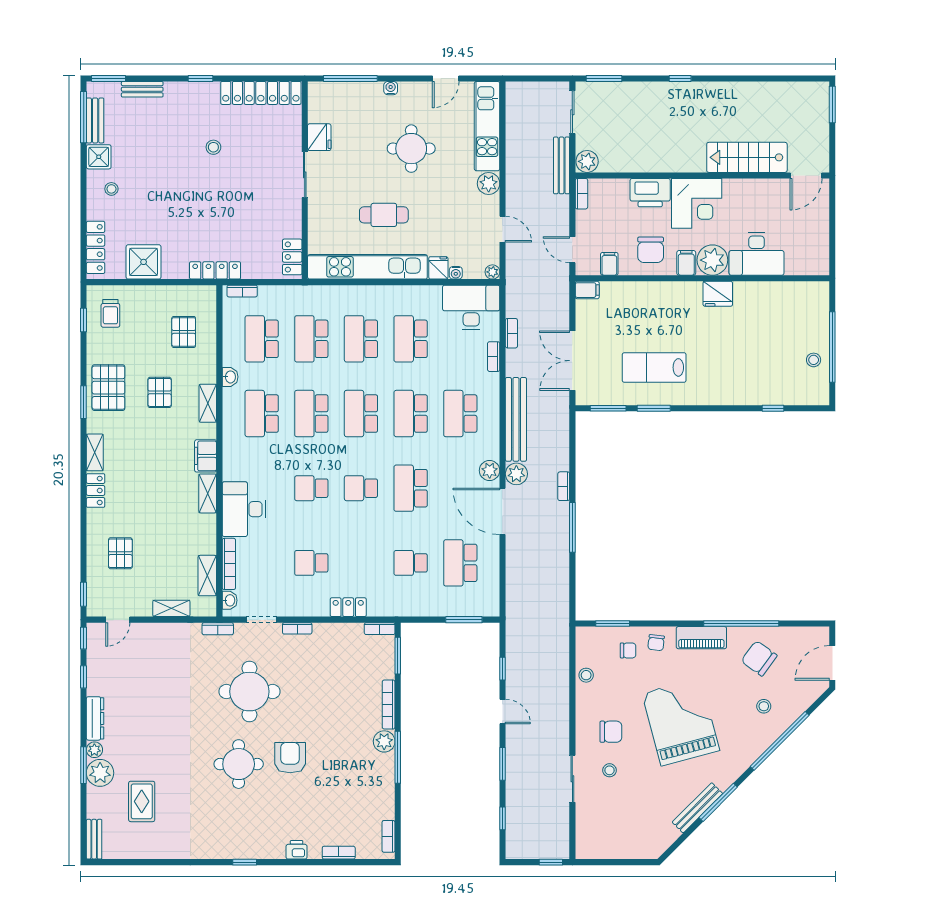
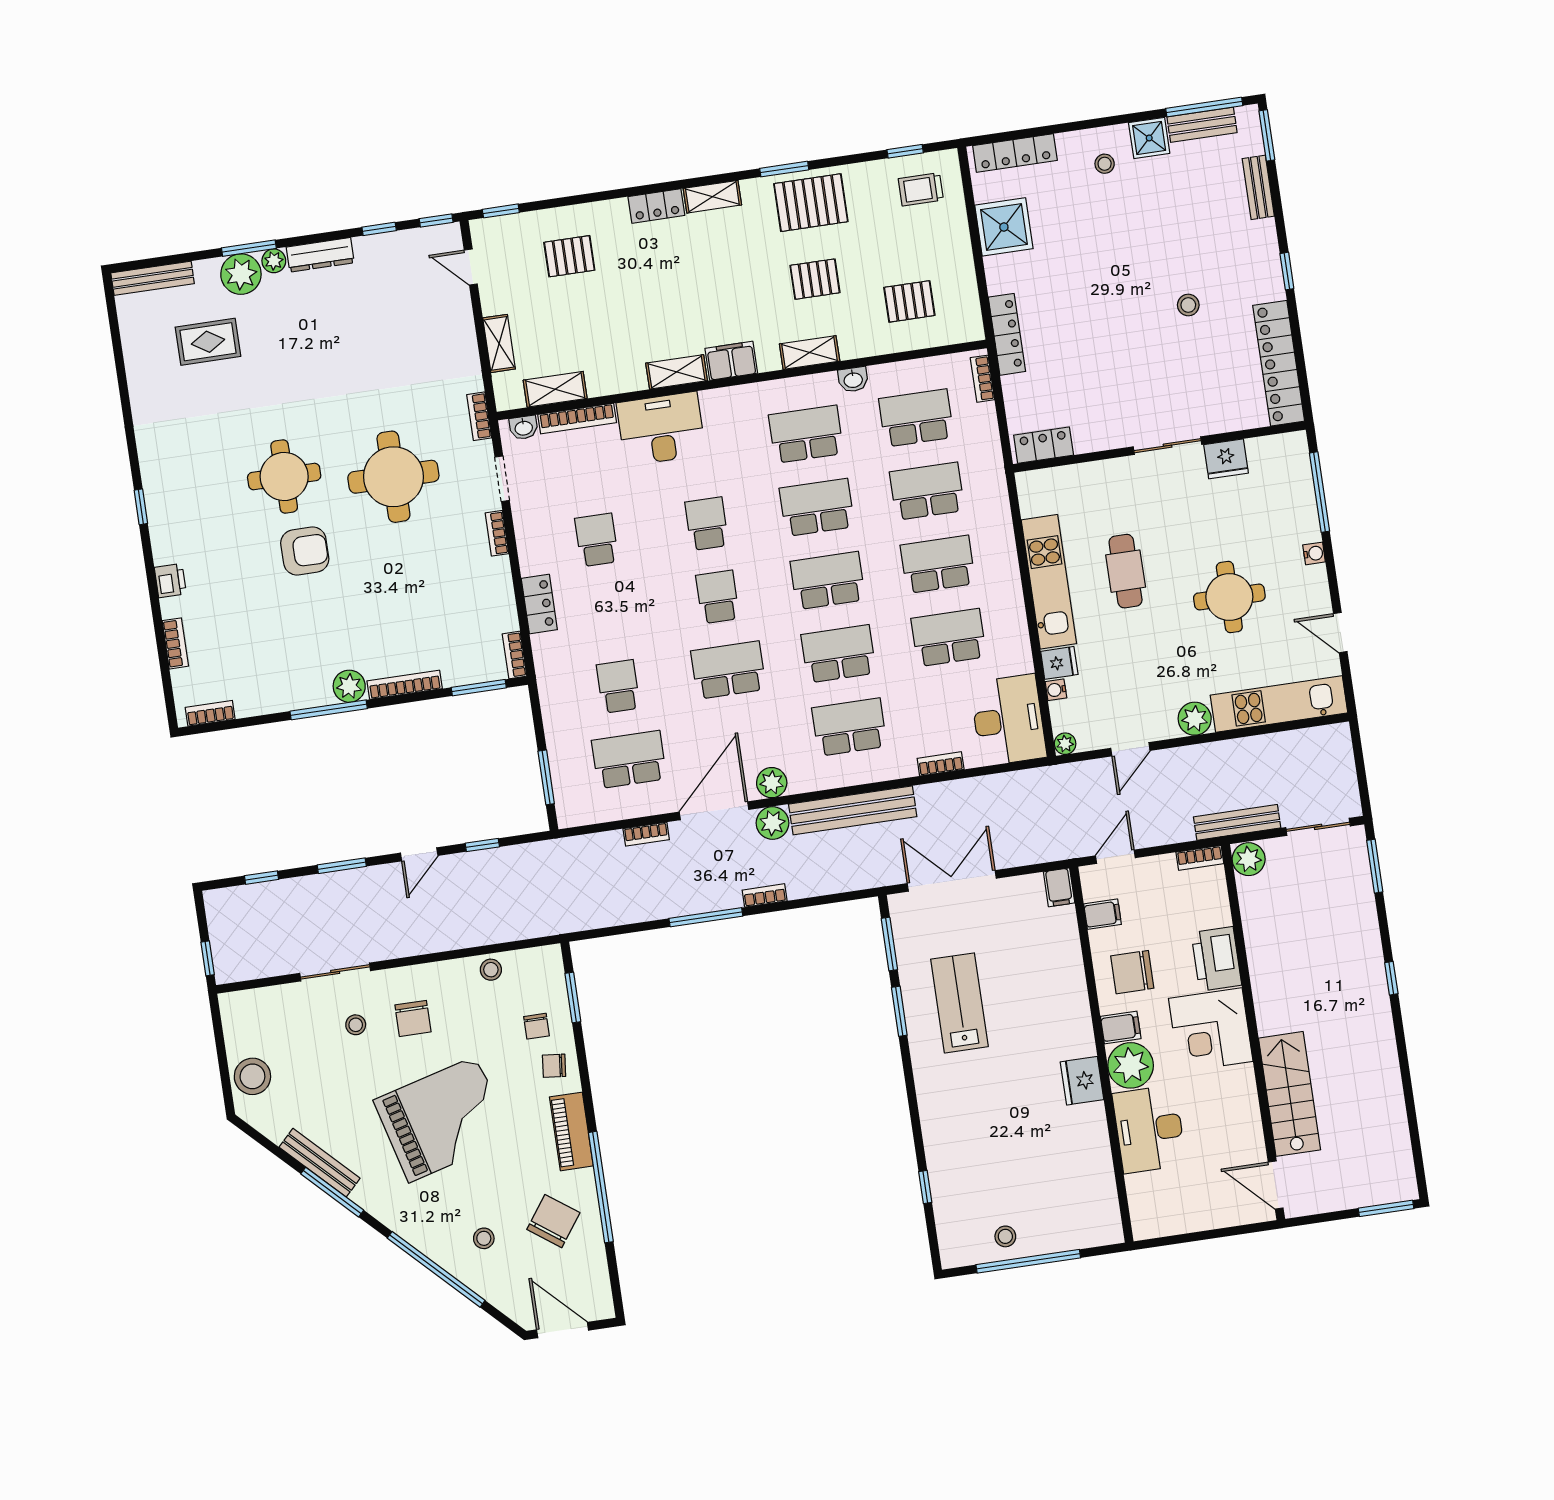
kitchen unit: (367, 267) -> (1049, 582), width x0.73
bookcase: (511, 333) -> (646, 834), moved
bench: (94, 839) -> (153, 278), width x1.36
stool: (634, 844) -> (252, 1076), added

